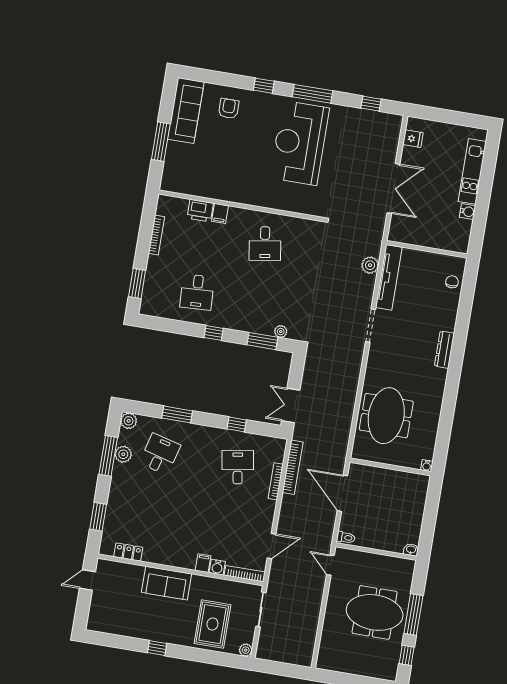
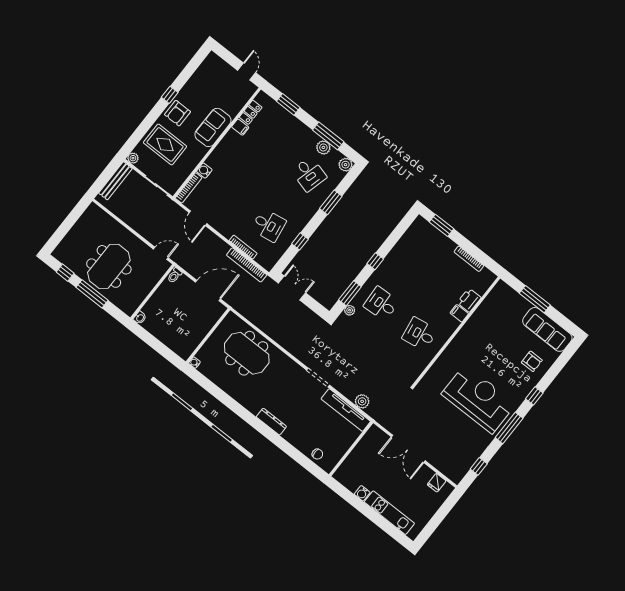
desk: (197, 292) -> (381, 304), moved
filing cabinet: (203, 563) -> (240, 127), moved
armchair: (172, 629) -> (177, 113), added
bench: (280, 655) -> (115, 181), added

